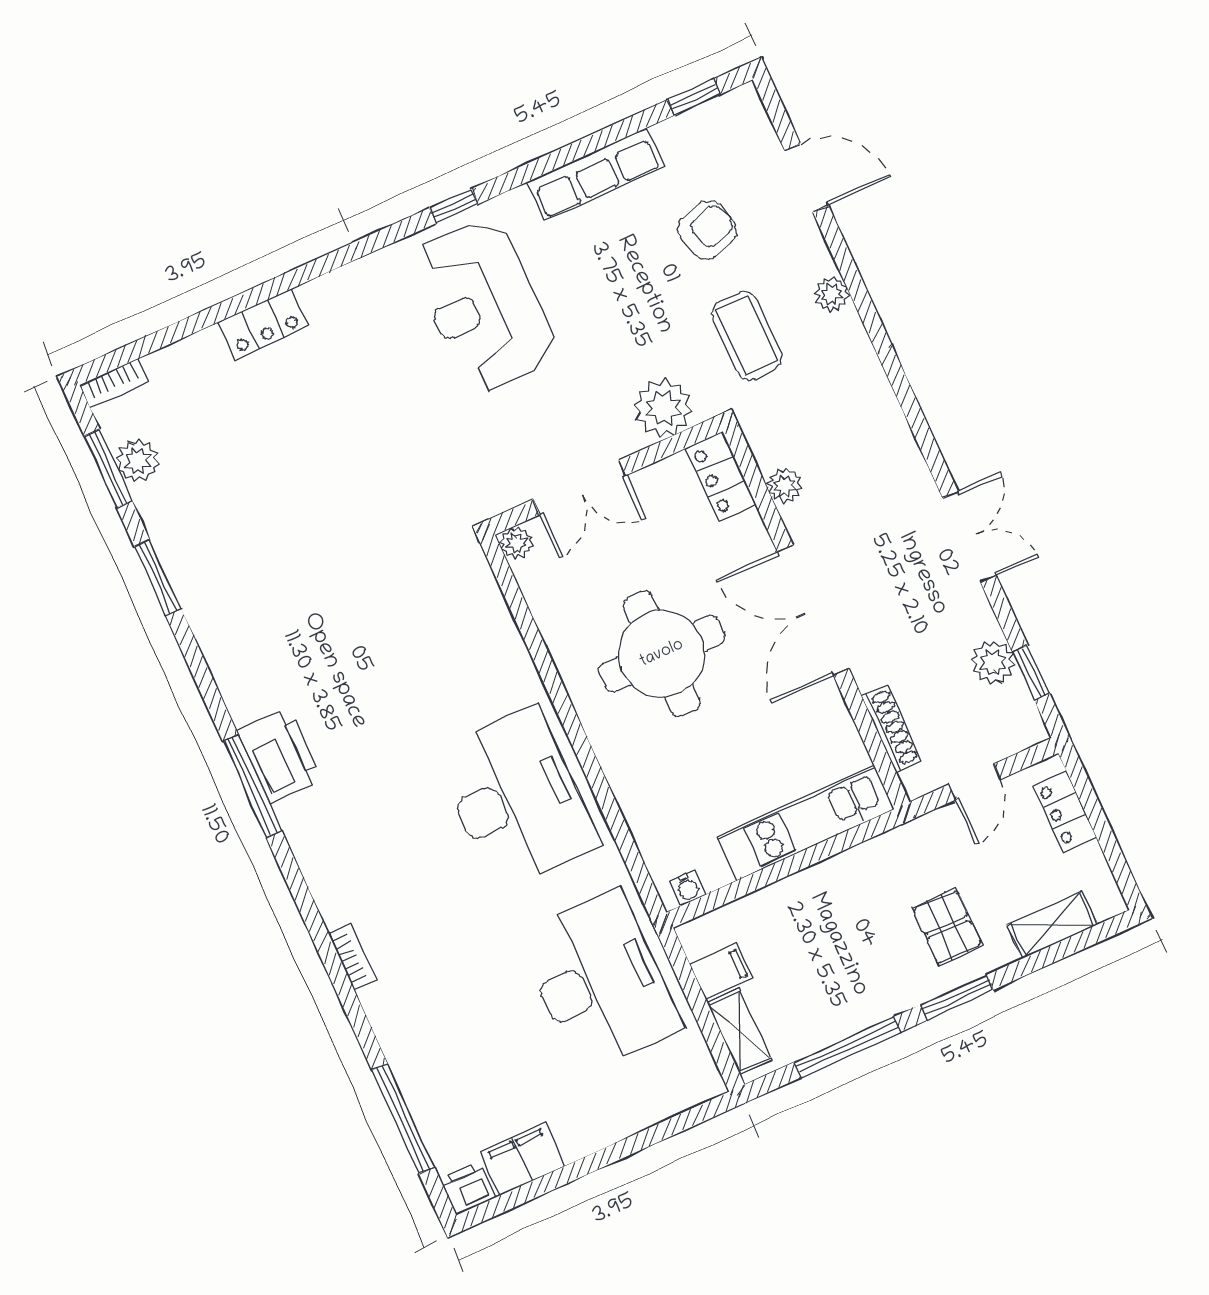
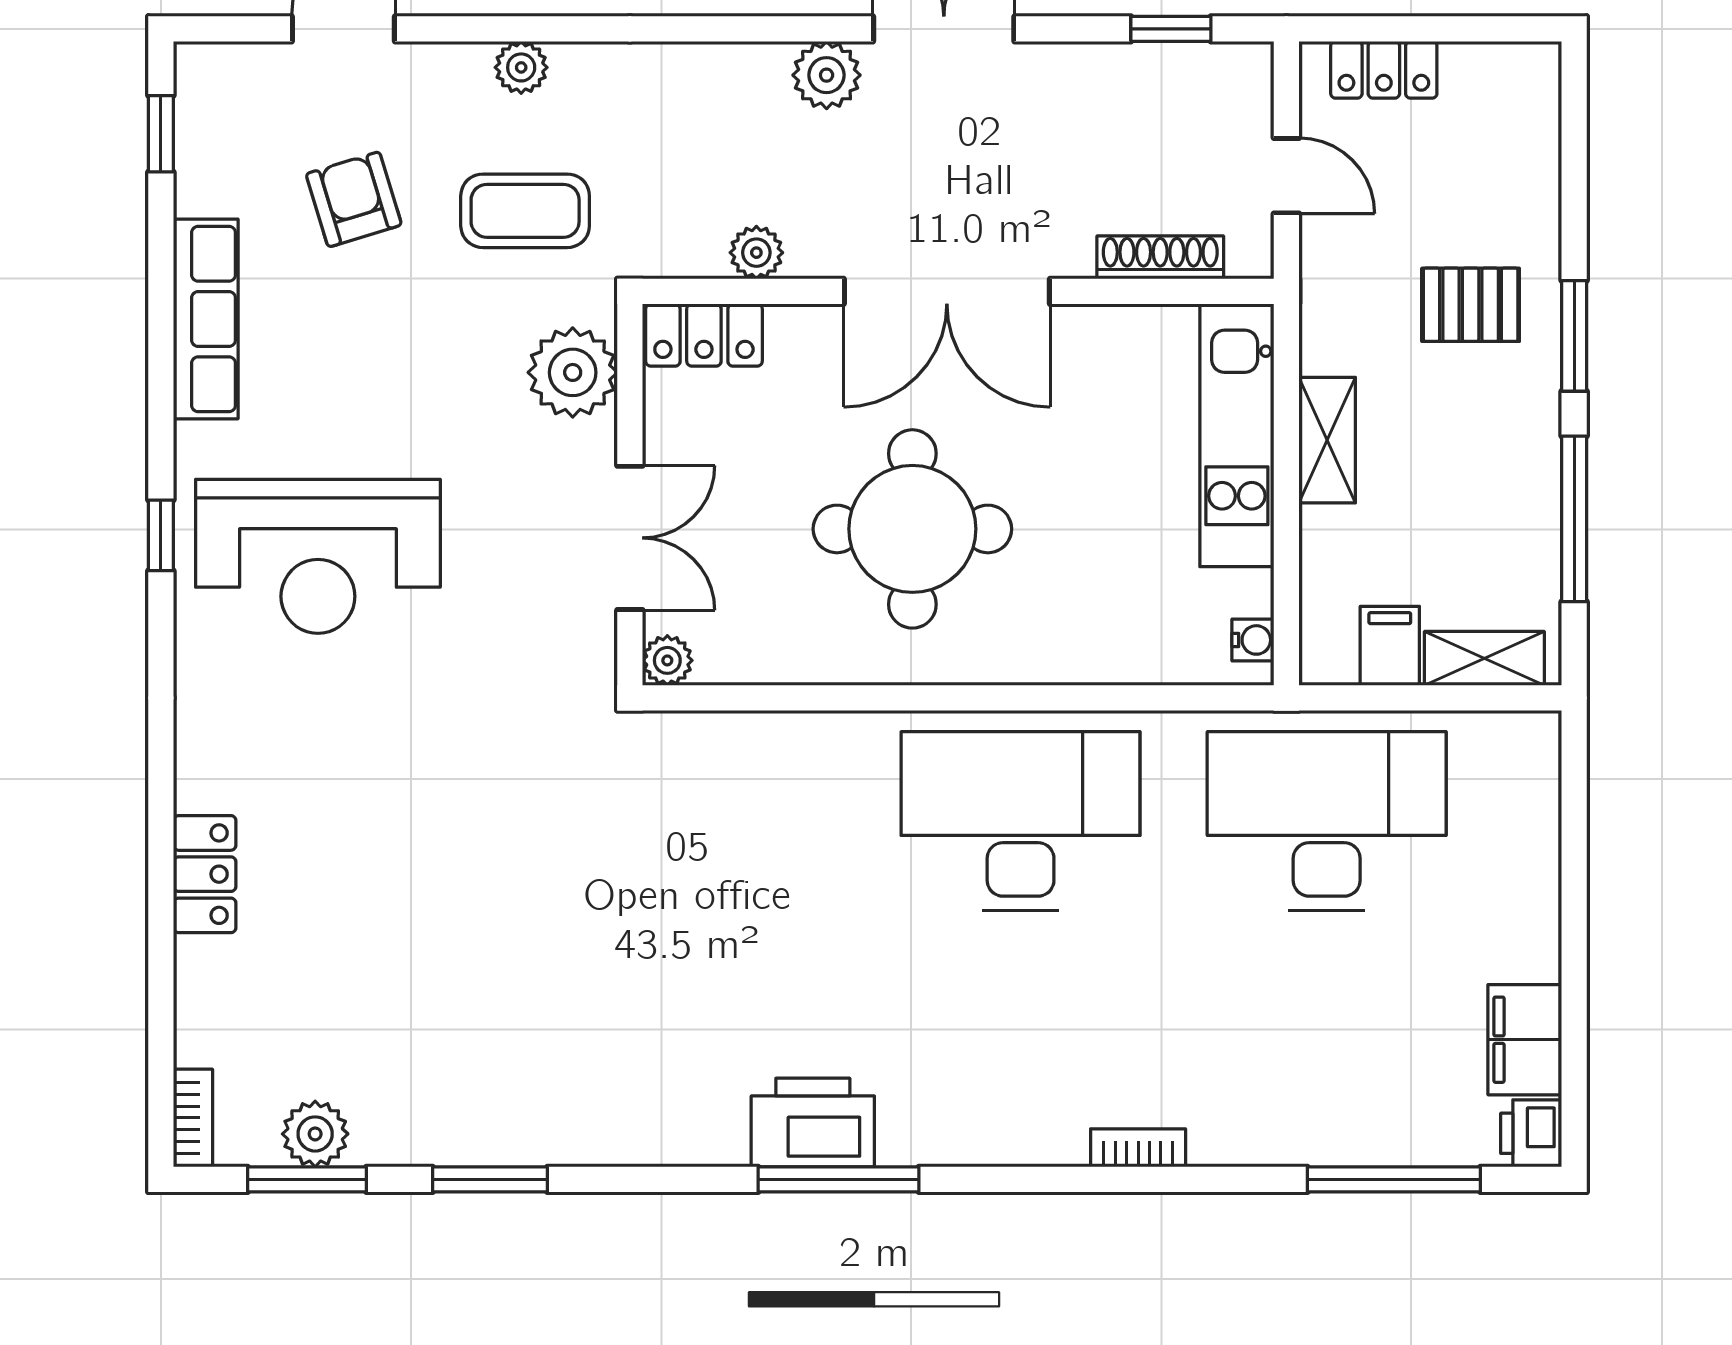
plant: (993, 662) -> (827, 75), moved
shelving: (1052, 925) -> (1327, 440), moved

